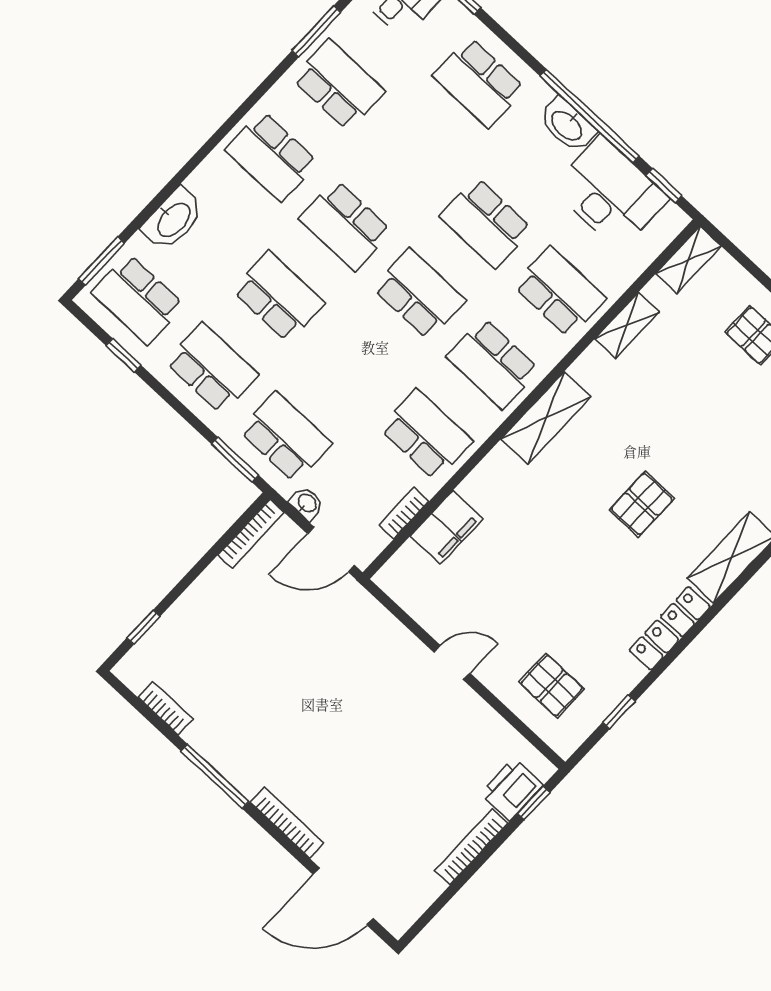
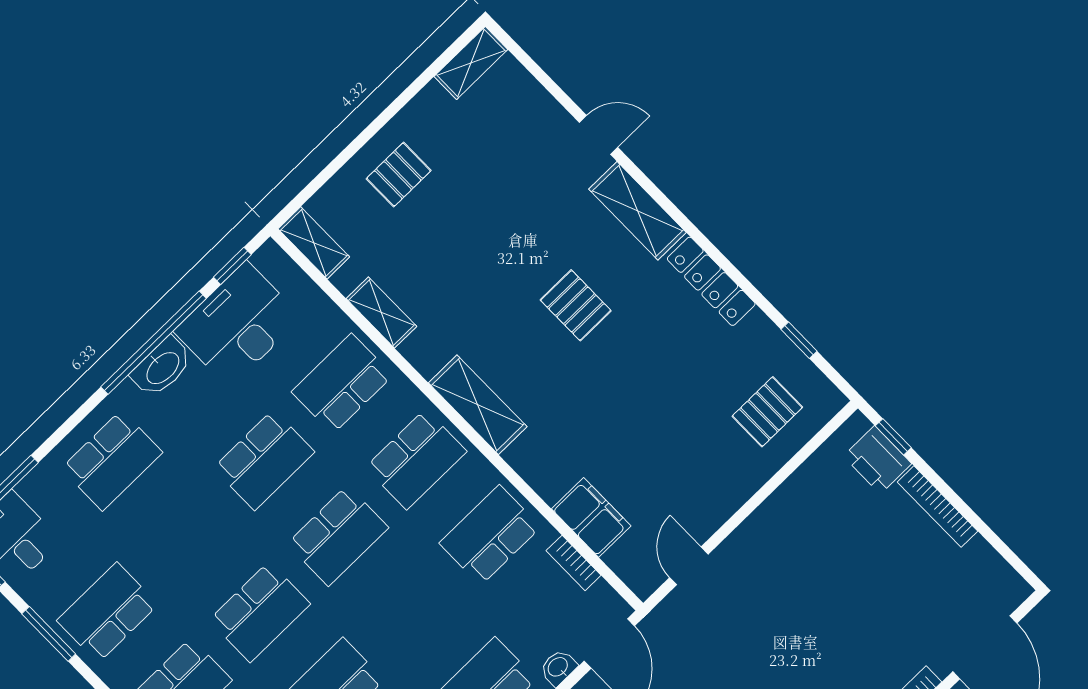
school desk: (419, 294) -> (338, 536), turned 180
door: (452, 663) -> (689, 566), moved

